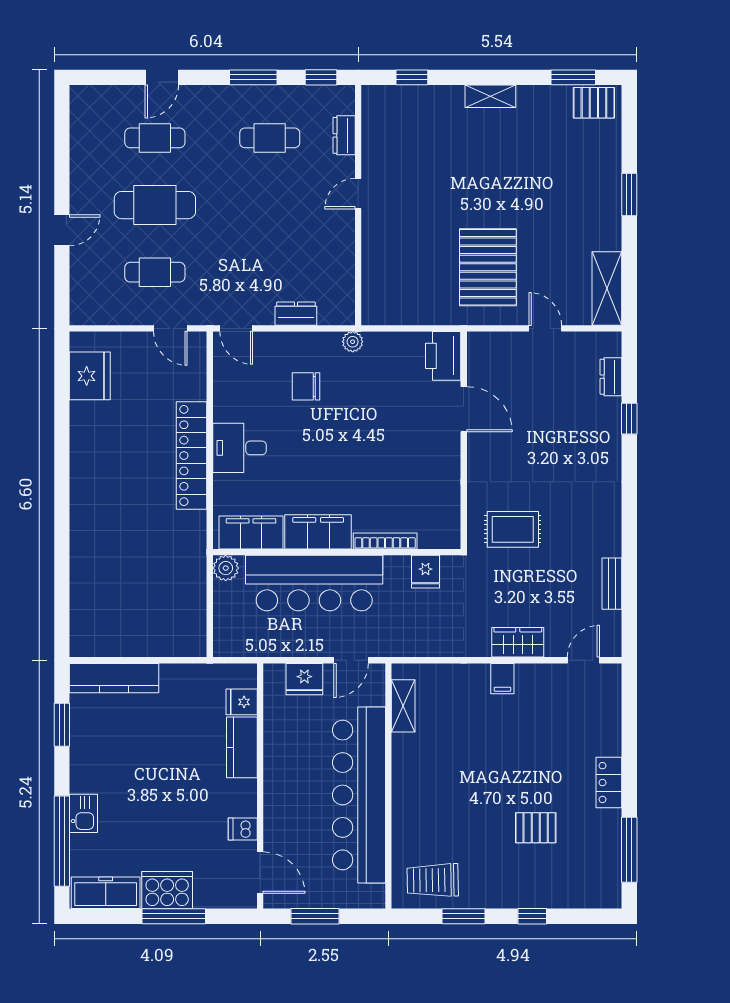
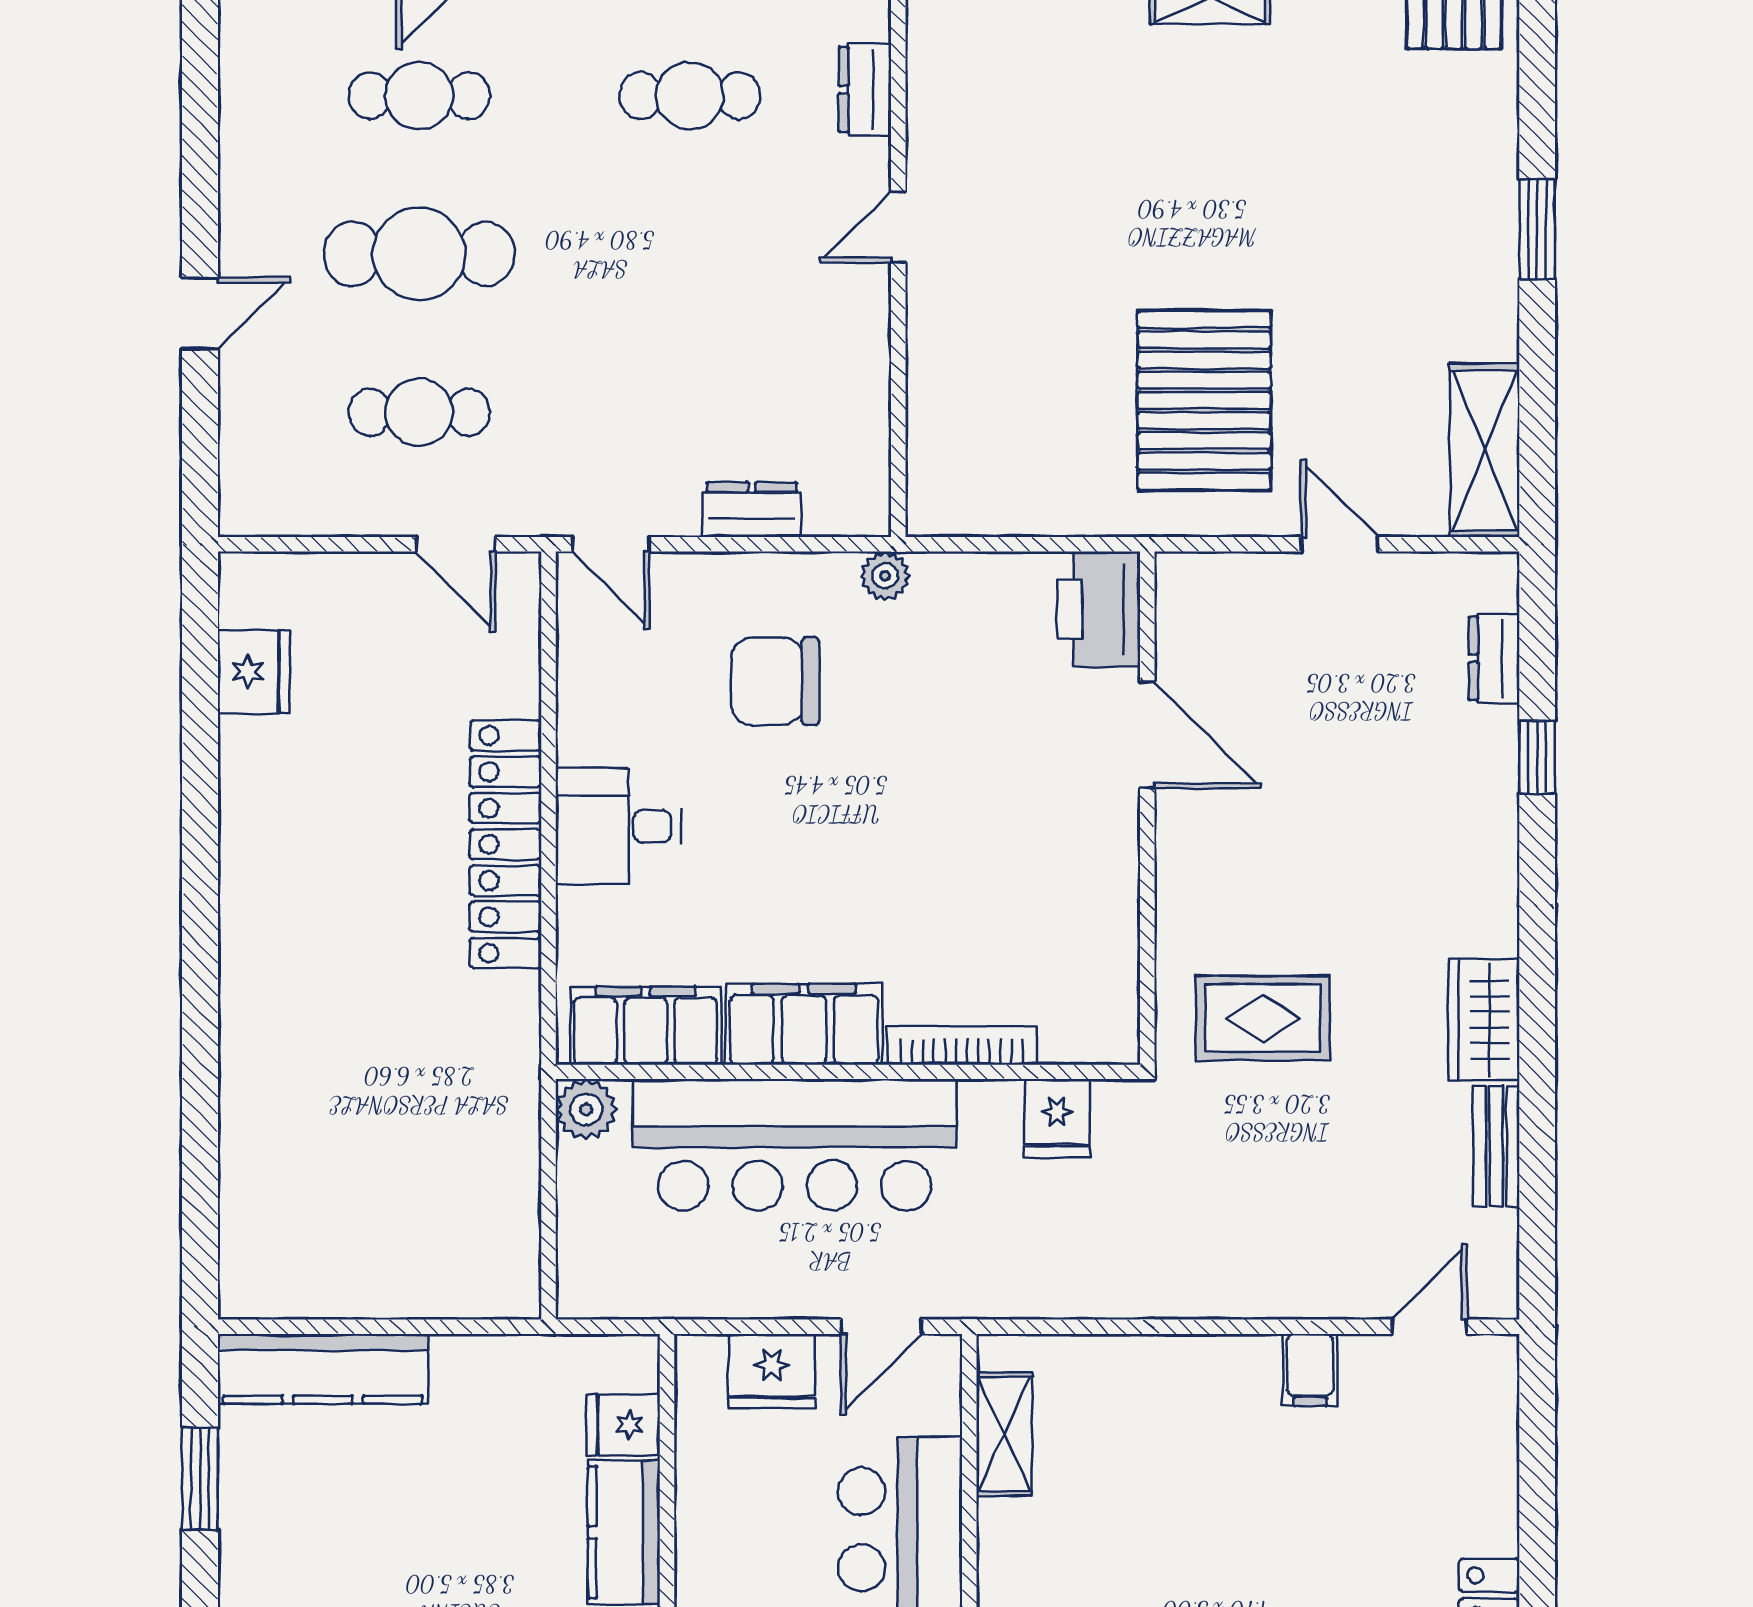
fridge: (90, 376) -> (254, 672), width x0.73, depth x0.75
chair: (306, 386) -> (775, 681), width x1.37, depth x1.37
wardrobe: (518, 642) -> (1484, 1020), moved, turned -90
filing cabinet: (502, 679) -> (1310, 1370), moved

